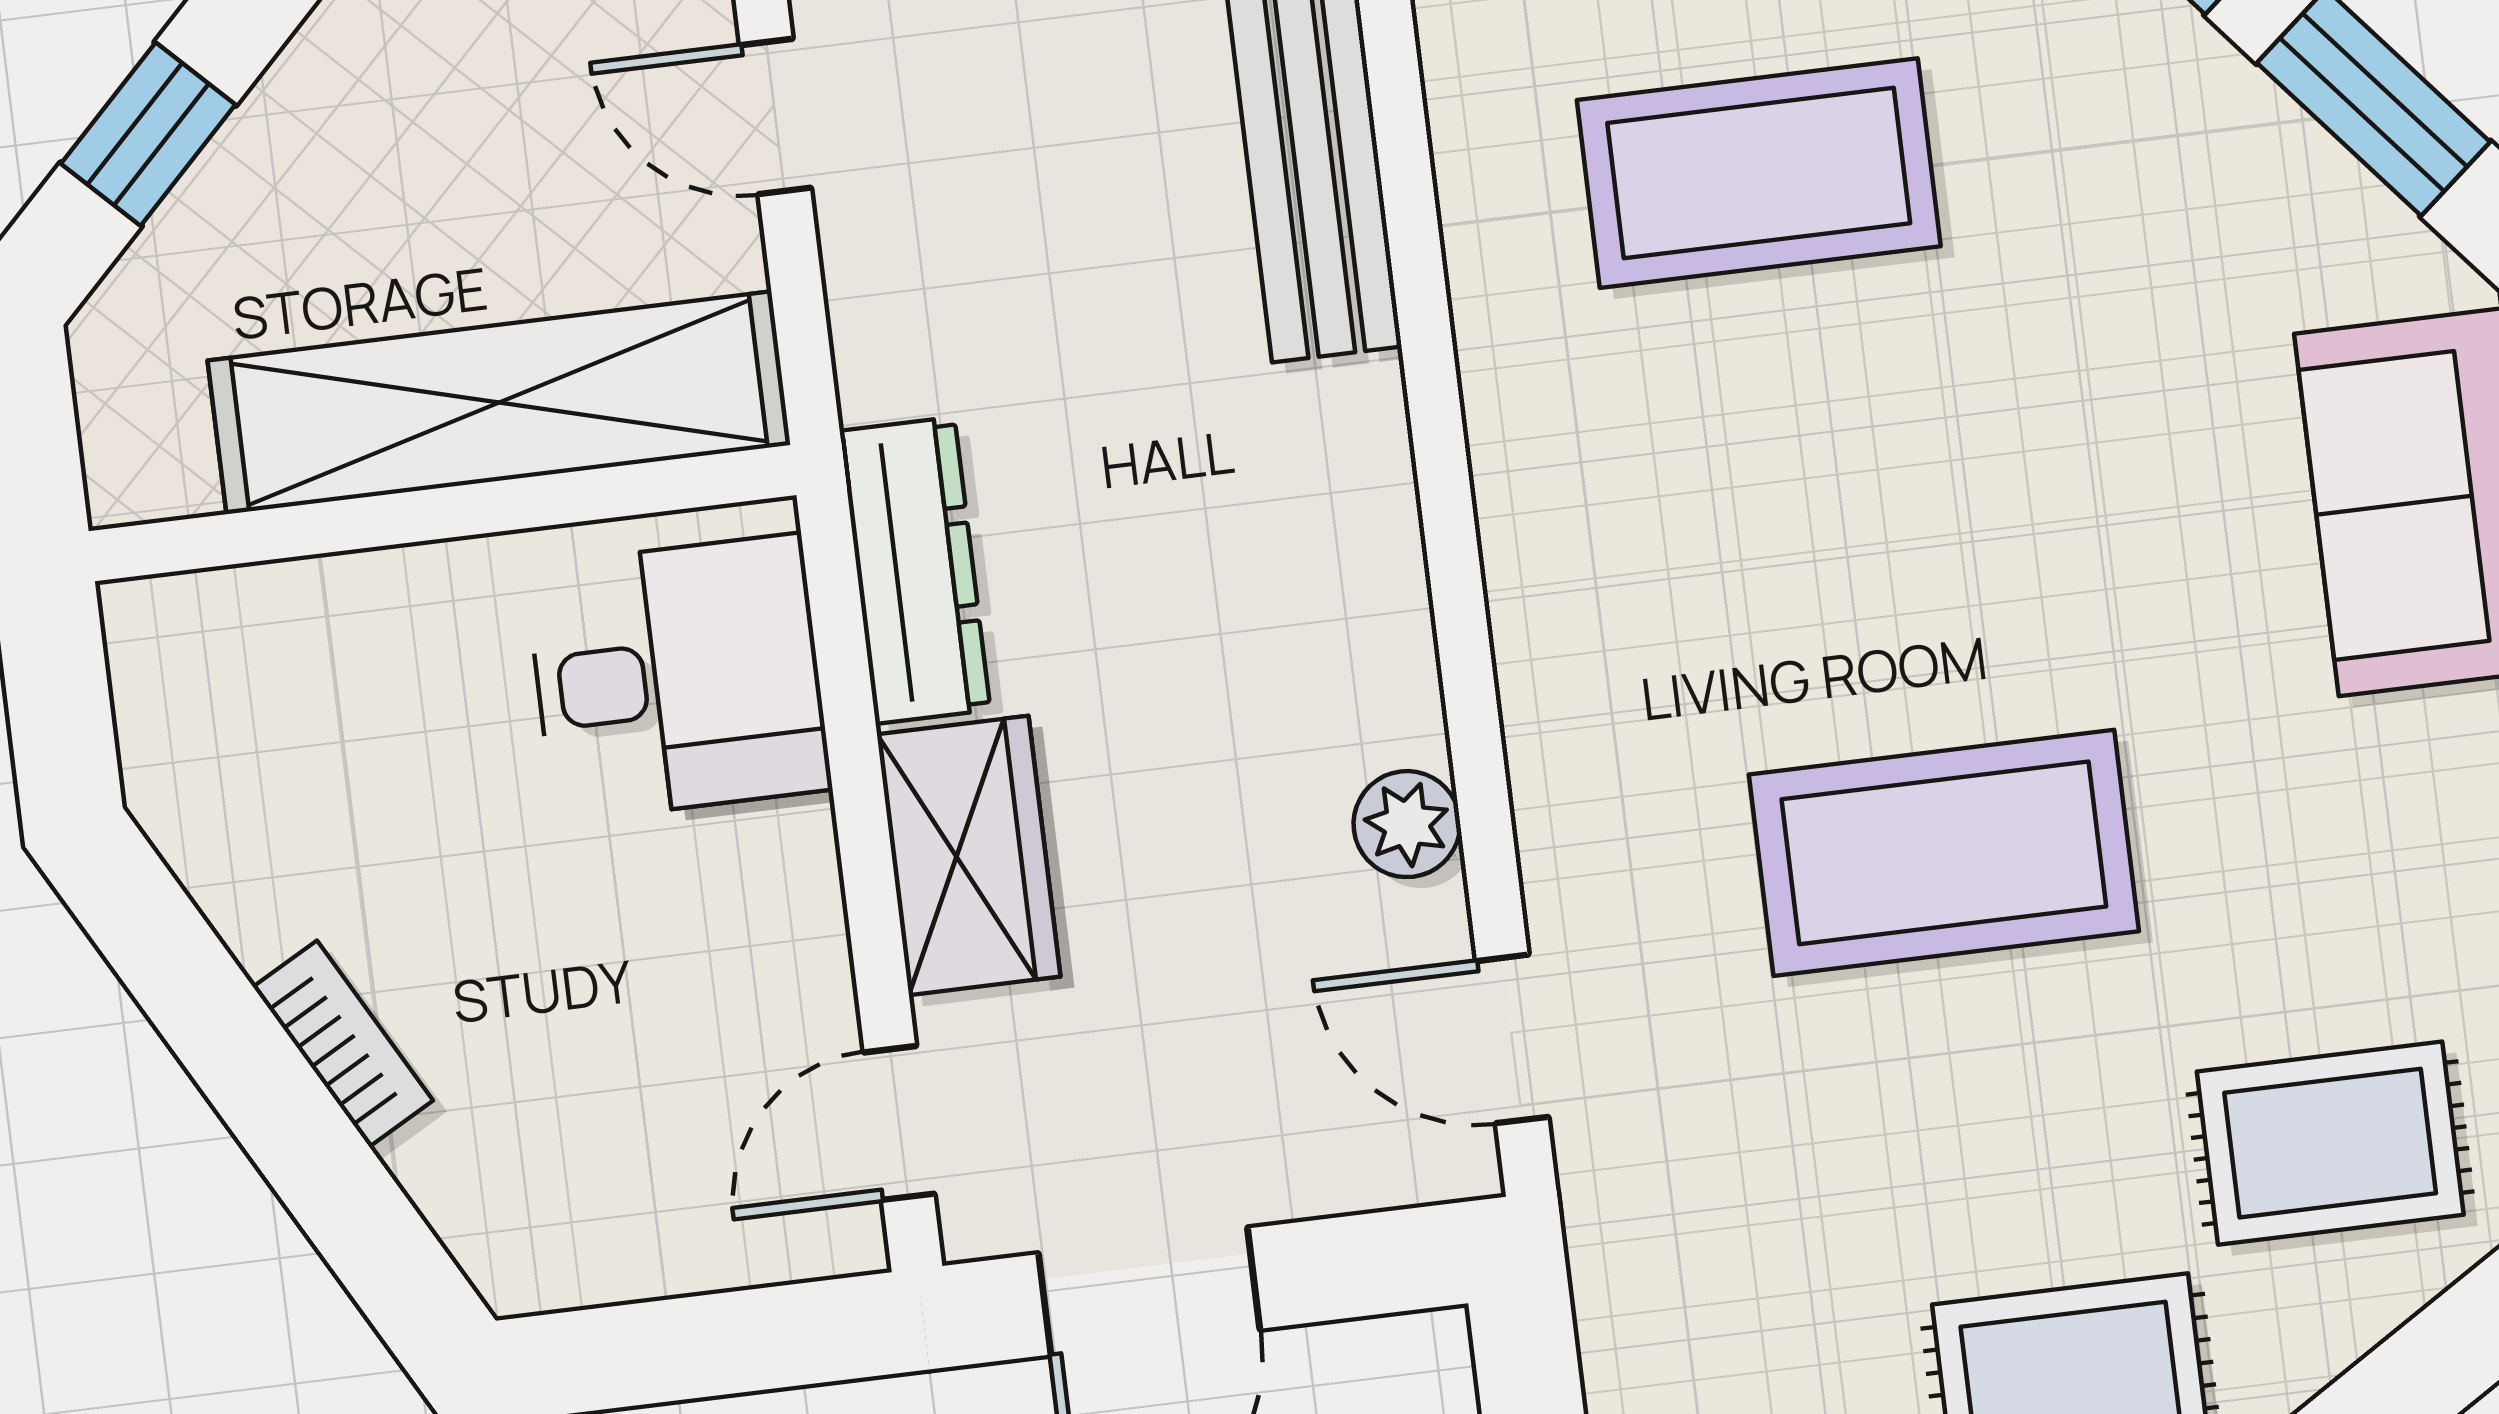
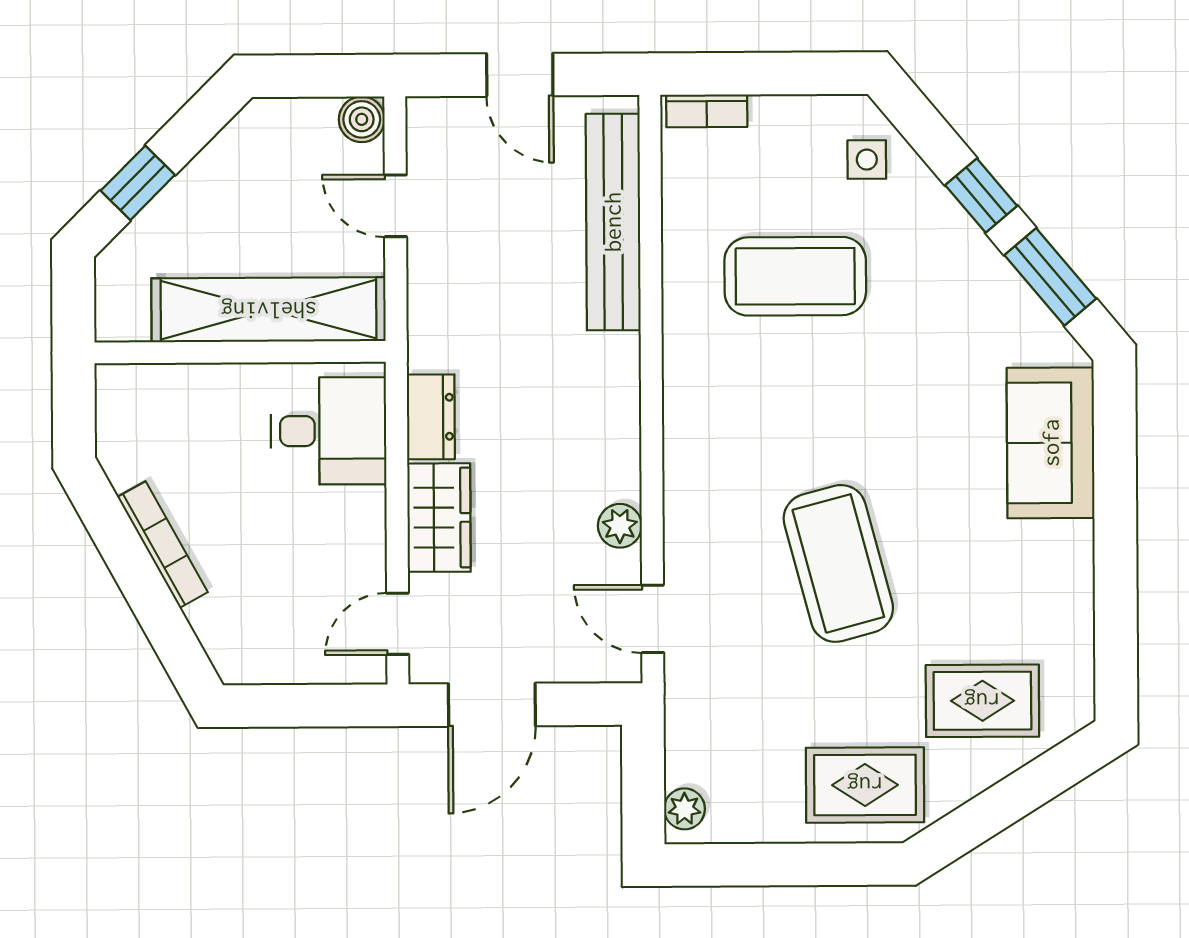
dresser: (915, 570) -> (431, 417), width x0.70
coffee table: (1944, 853) -> (838, 563), turned 75
bookcase: (343, 1044) -> (163, 545), width x1.56

